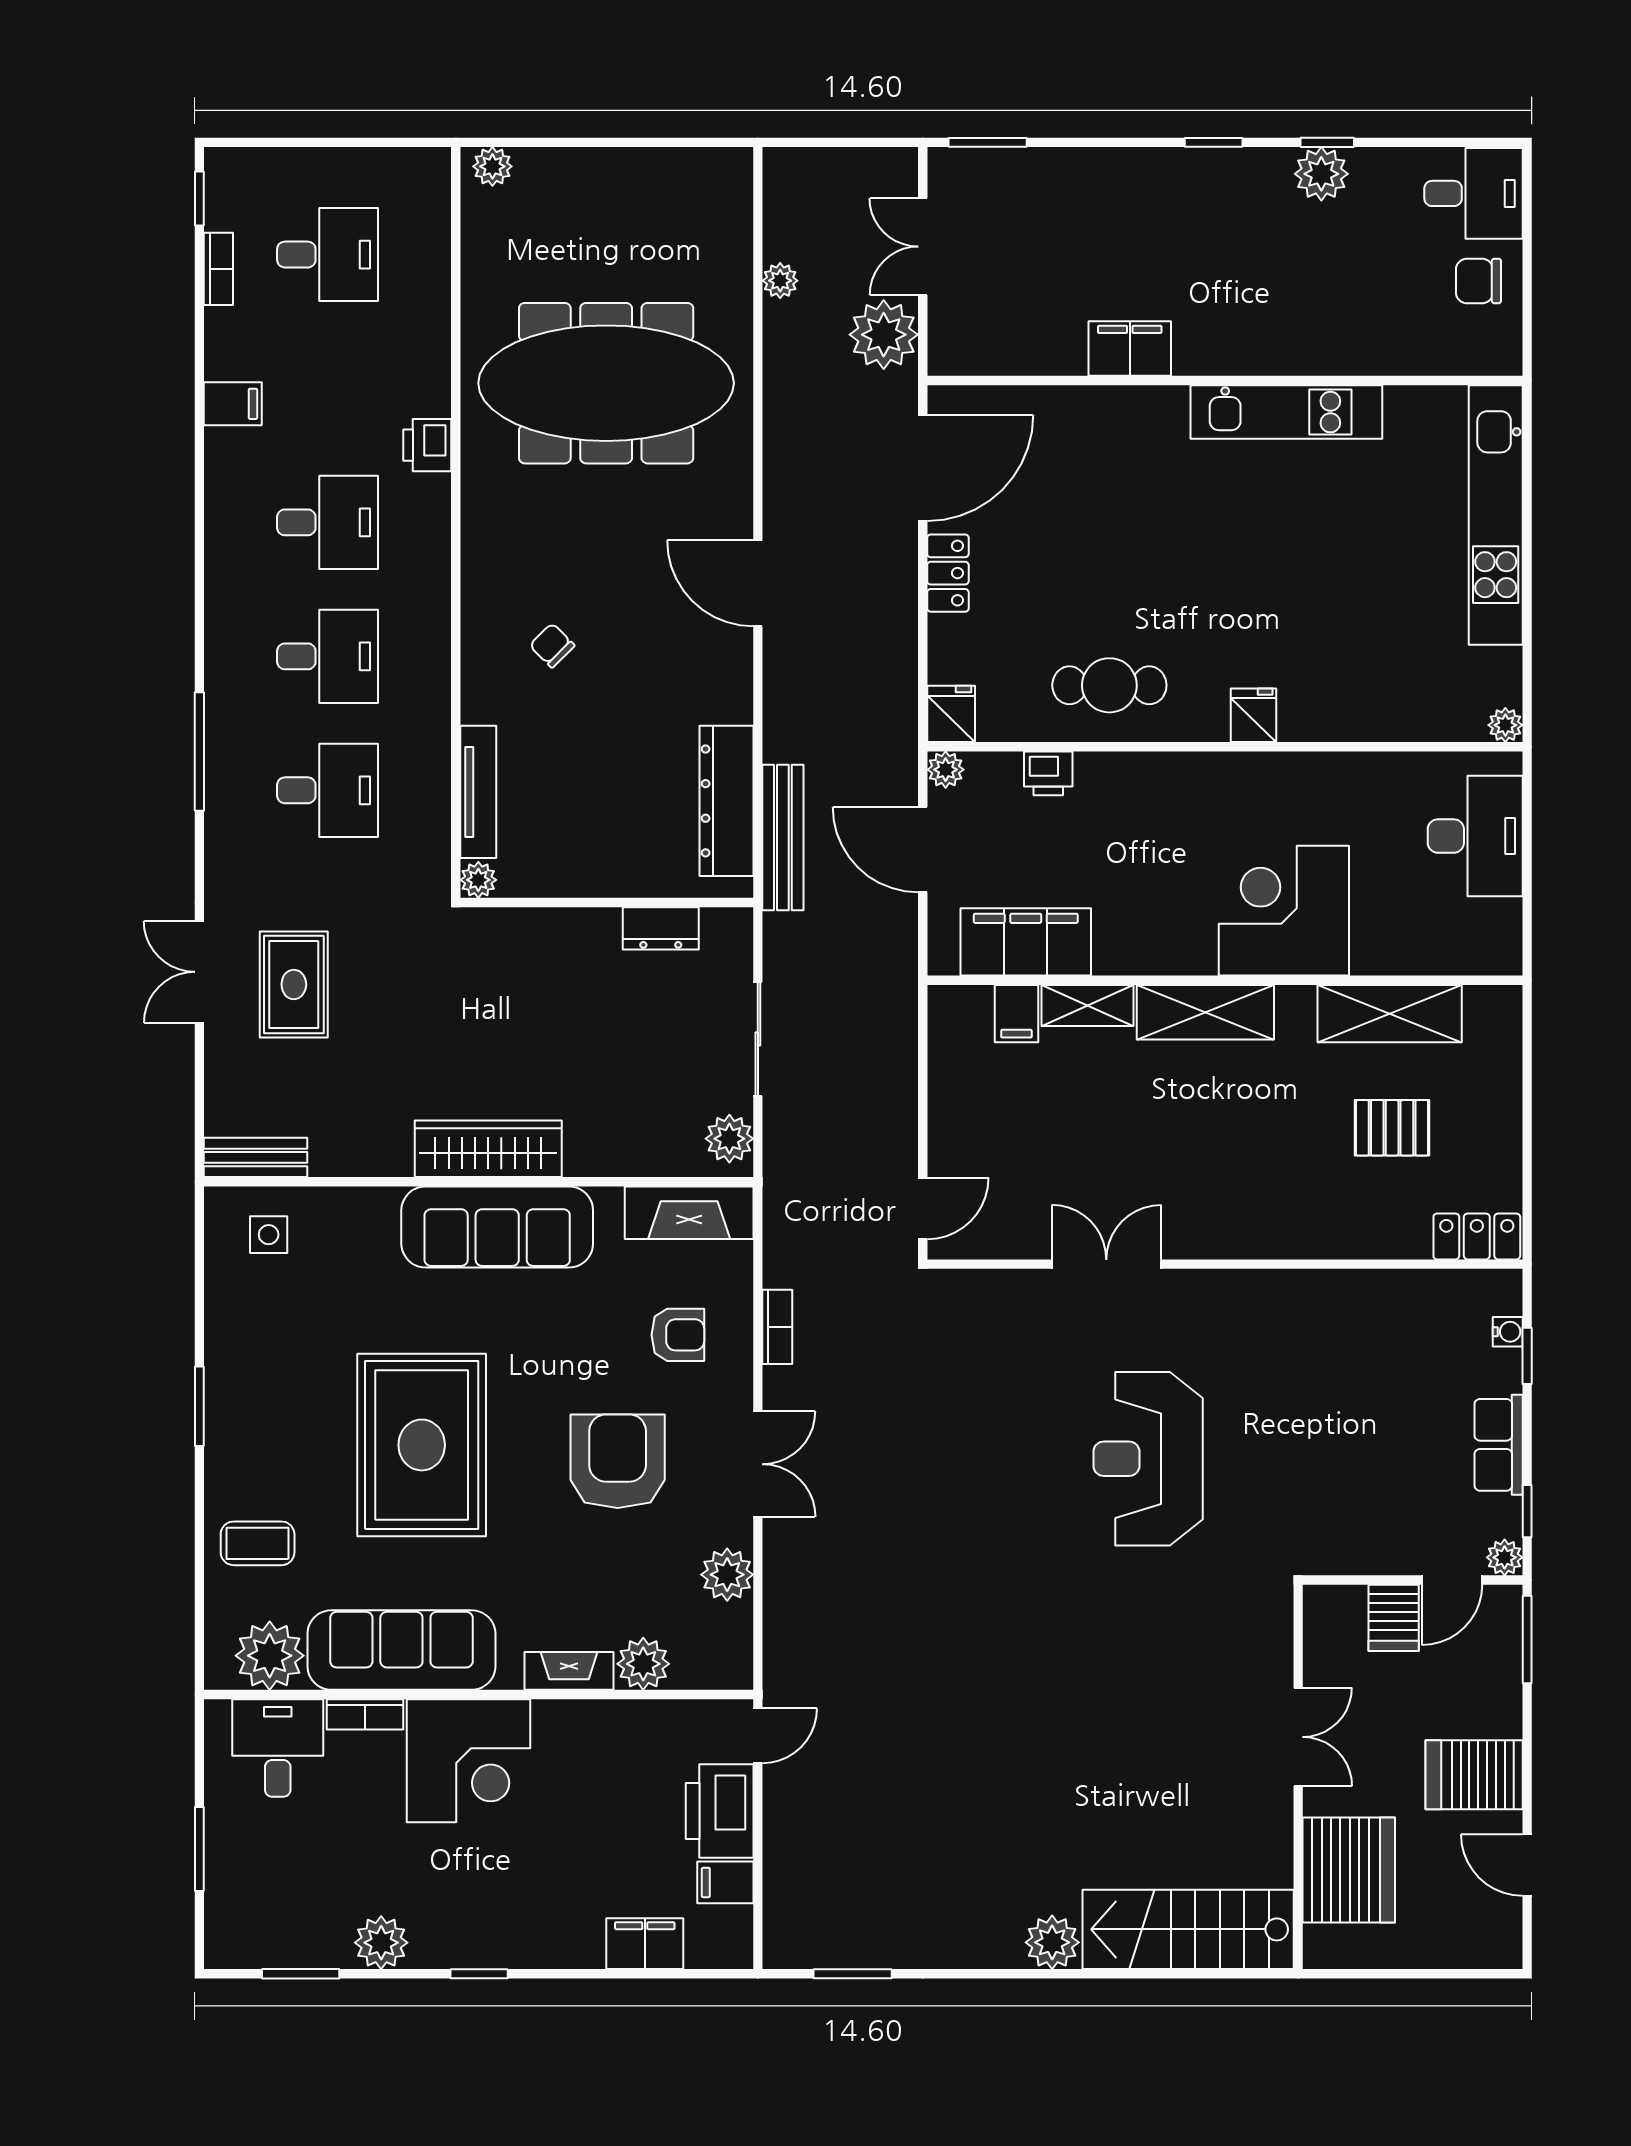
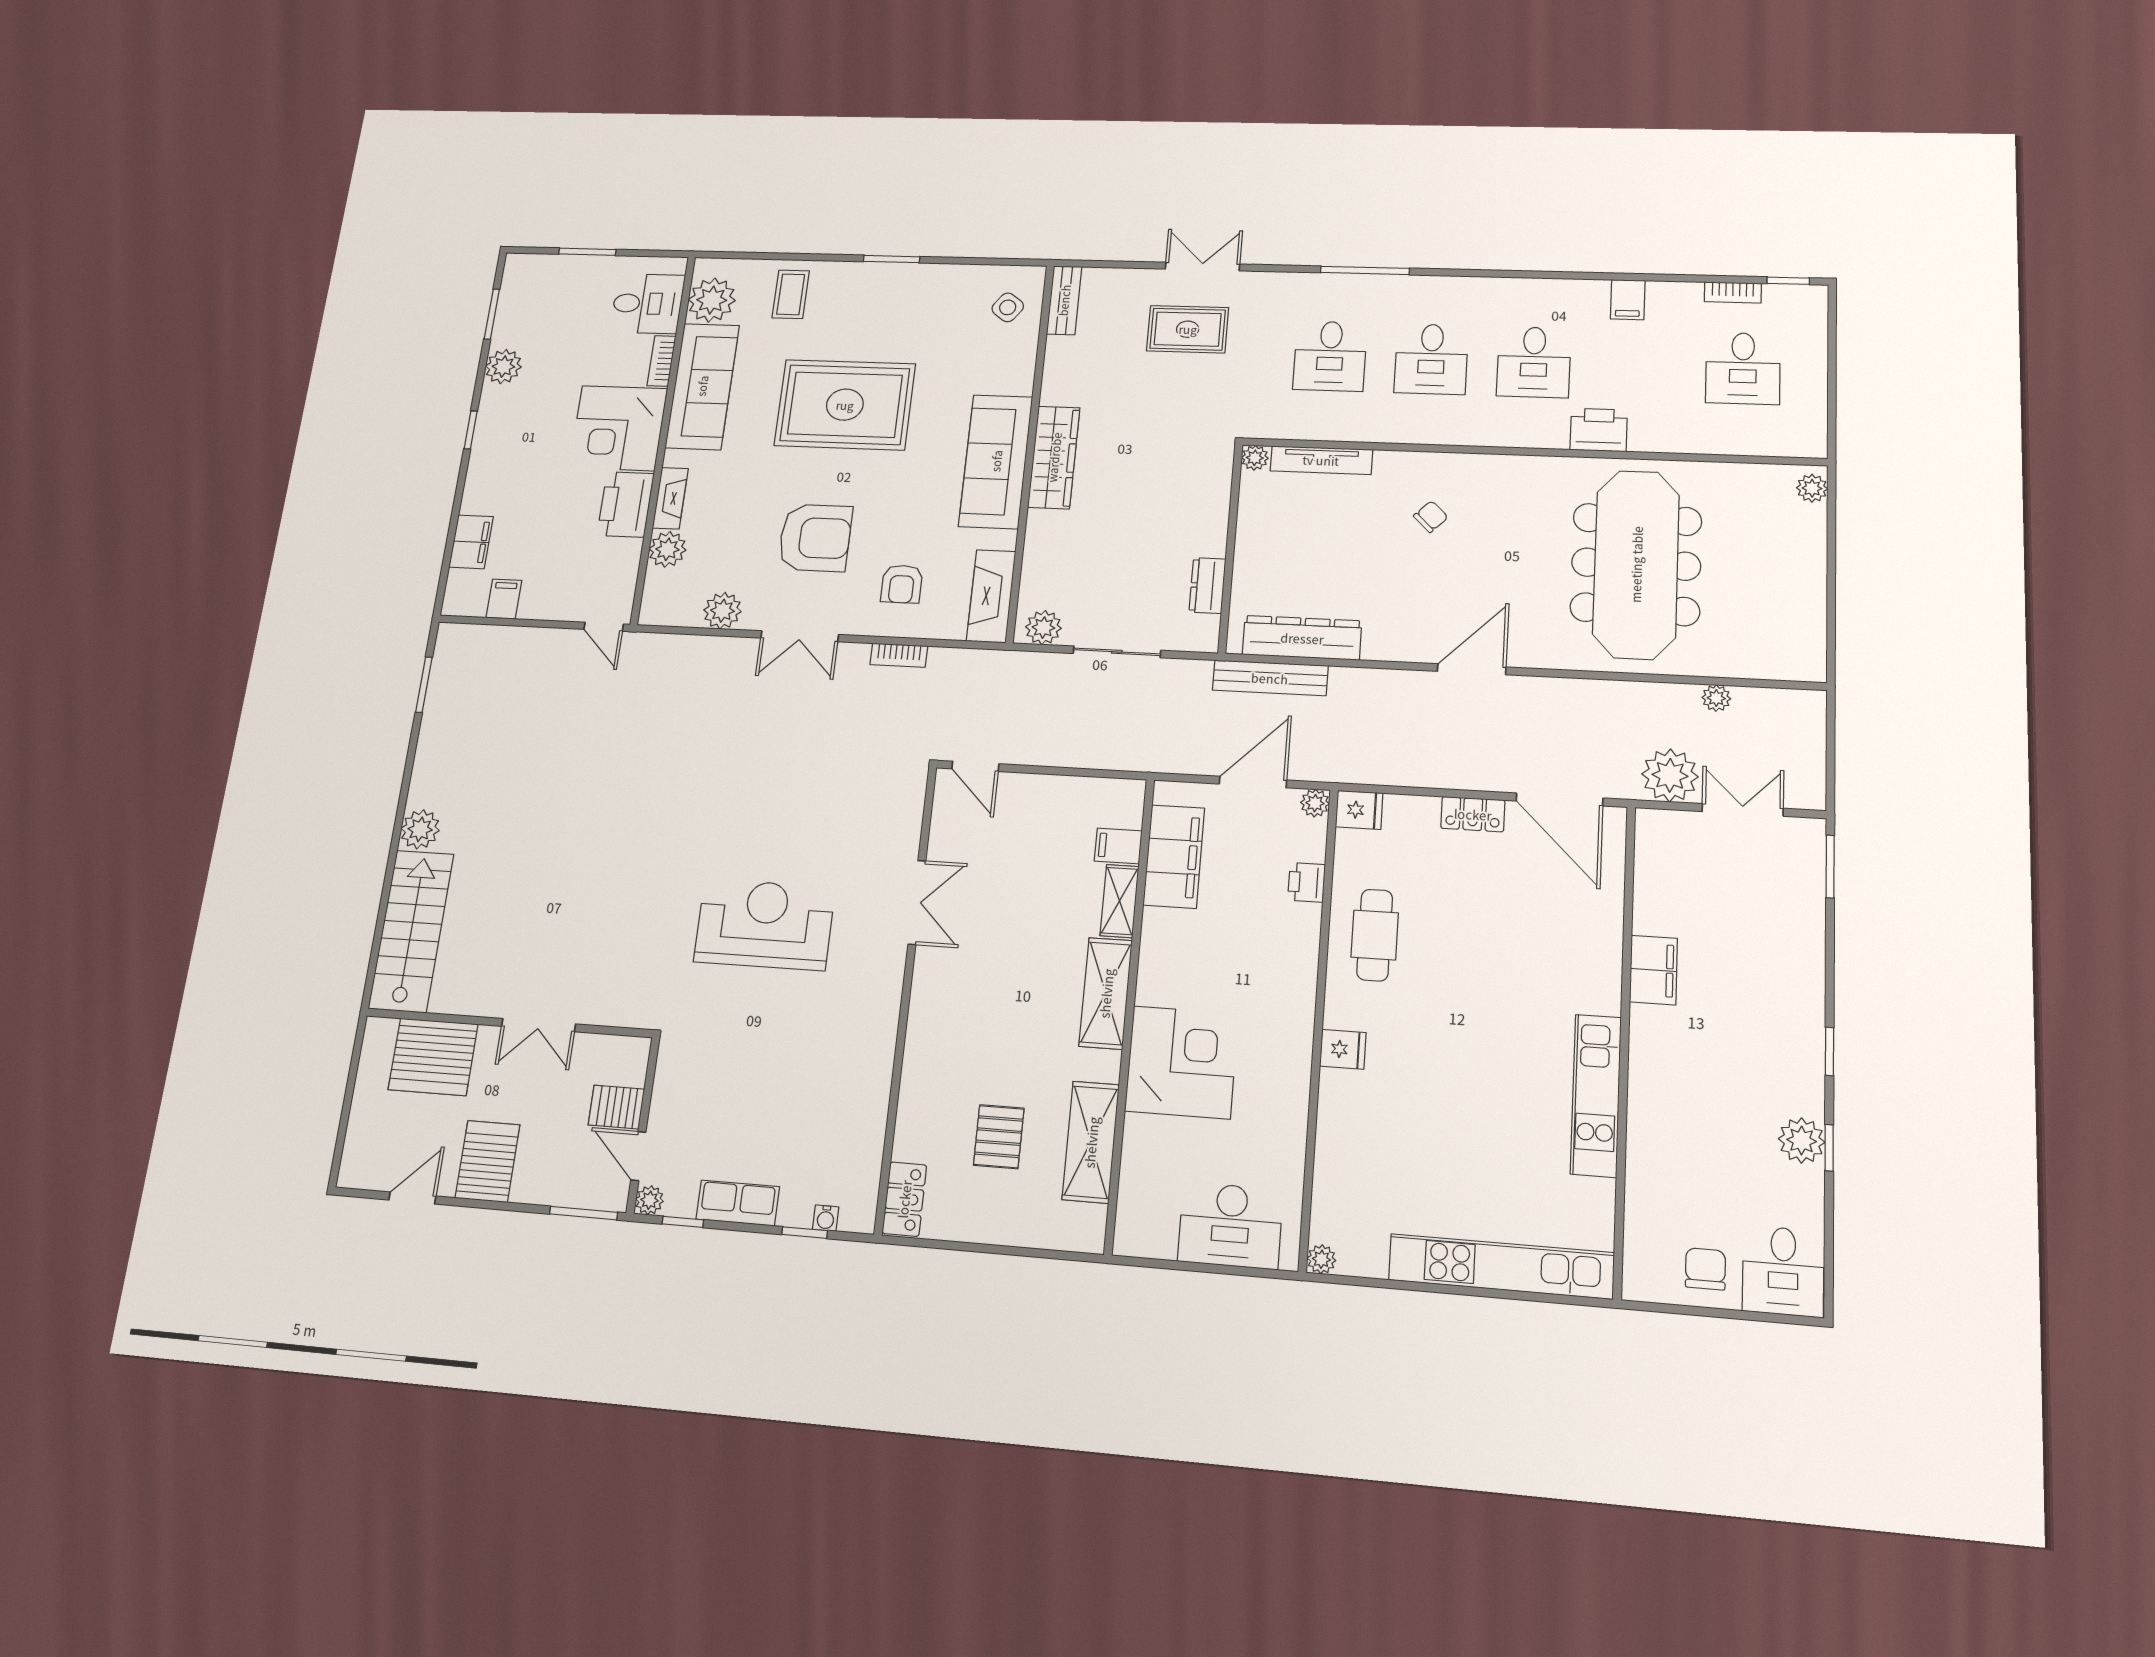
printer: (427, 445) -> (1599, 430), width x1.36, depth x1.24
side table: (269, 1235) -> (1008, 307), turned 37
printer: (720, 1811) -> (626, 504), moved, turned -90

